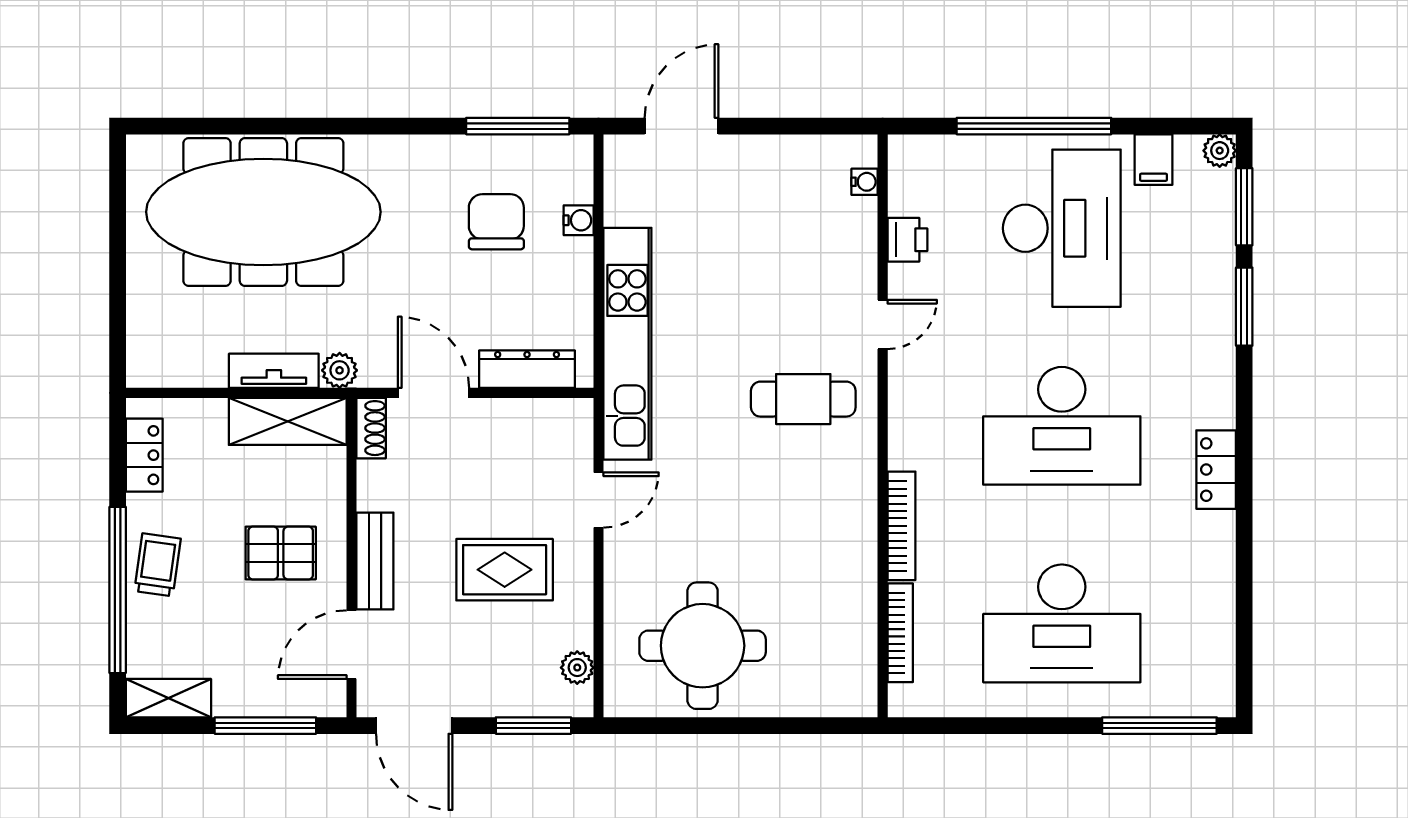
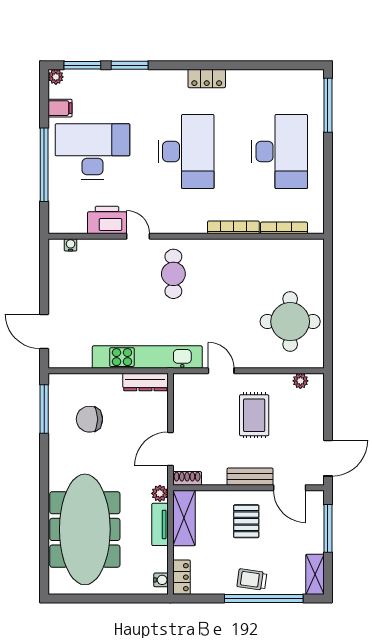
water cooler: (579, 220) -> (161, 580), moved, turned 90
printer: (907, 240) -> (107, 220), width x1.87, depth x1.48
dresser: (527, 369) -> (145, 382), moved, turned -90
locker: (144, 455) -> (181, 577), moved, turned 90
window: (533, 726) -> (328, 402), removed

